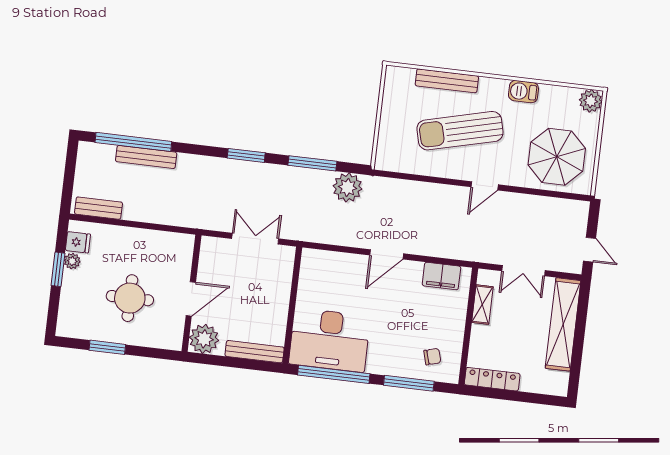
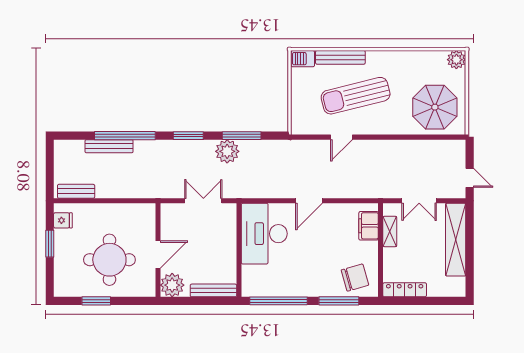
barbecue: (523, 92) -> (303, 59), moved
window: (133, 142) -> (125, 136), moved
door: (485, 186) -> (341, 137), moved
plant: (348, 187) -> (227, 151), moved
plant: (72, 261) -> (60, 236), removed
filing cabinet: (441, 276) -> (369, 226), moved, turned 90
round table: (130, 298) -> (109, 260), width x1.36, depth x1.36
desk: (330, 340) -> (264, 234), moved, turned 90
chair: (432, 357) -> (355, 278), width x1.87, depth x1.87

